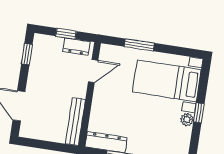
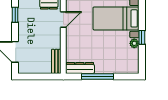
bench: (75, 122) -> (56, 61), width x0.73

